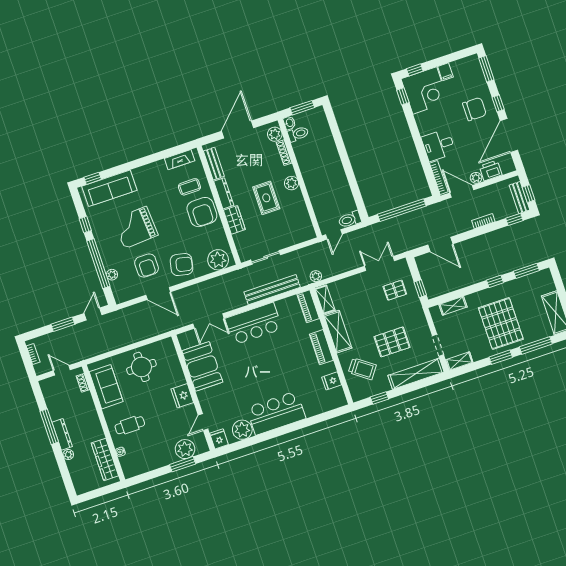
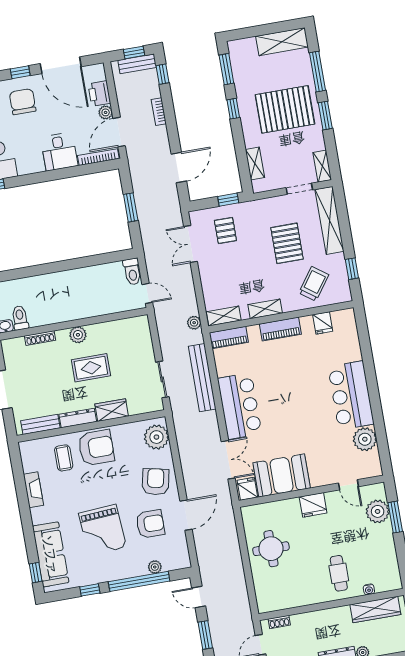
plant: (275, 134) -> (16, 346), removed
fireplace: (180, 160) -> (33, 490), moved
window: (402, 210) -> (131, 207), width x0.47
shelving: (338, 332) -> (265, 309), width x0.67, depth x0.75
sofa: (106, 387) -> (288, 595), removed
fridge: (219, 439) -> (247, 489), moved, turned 90

